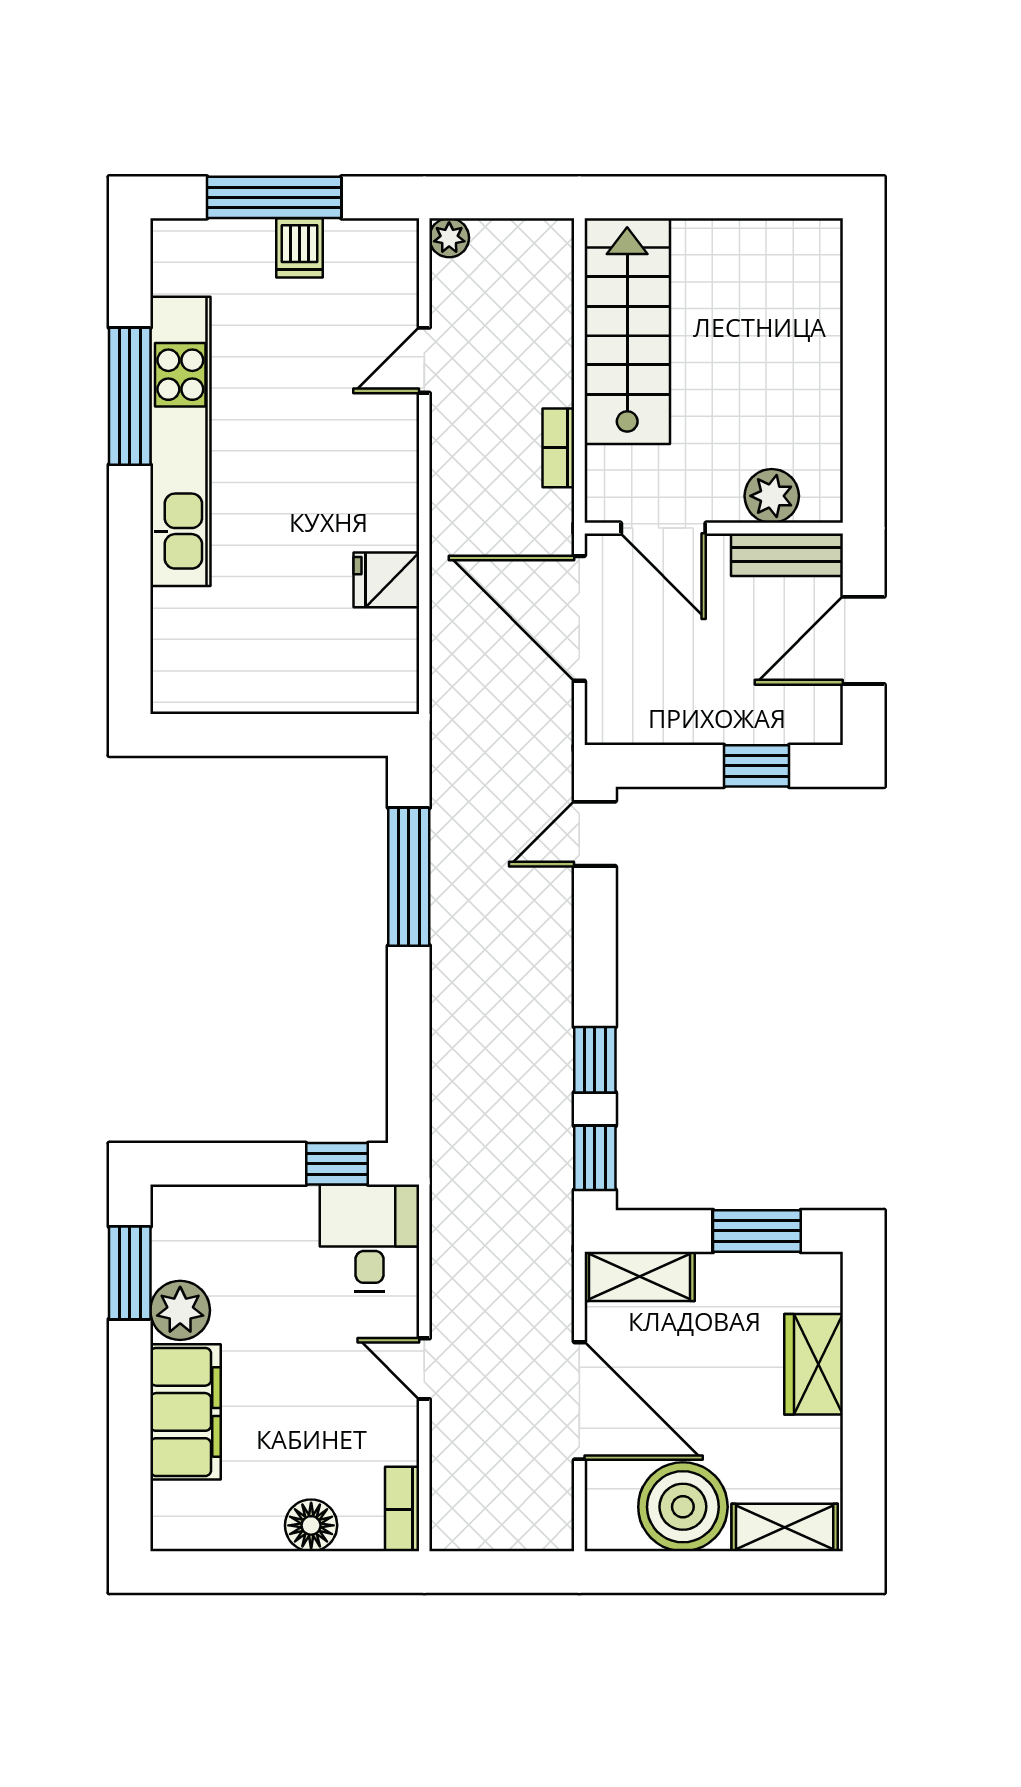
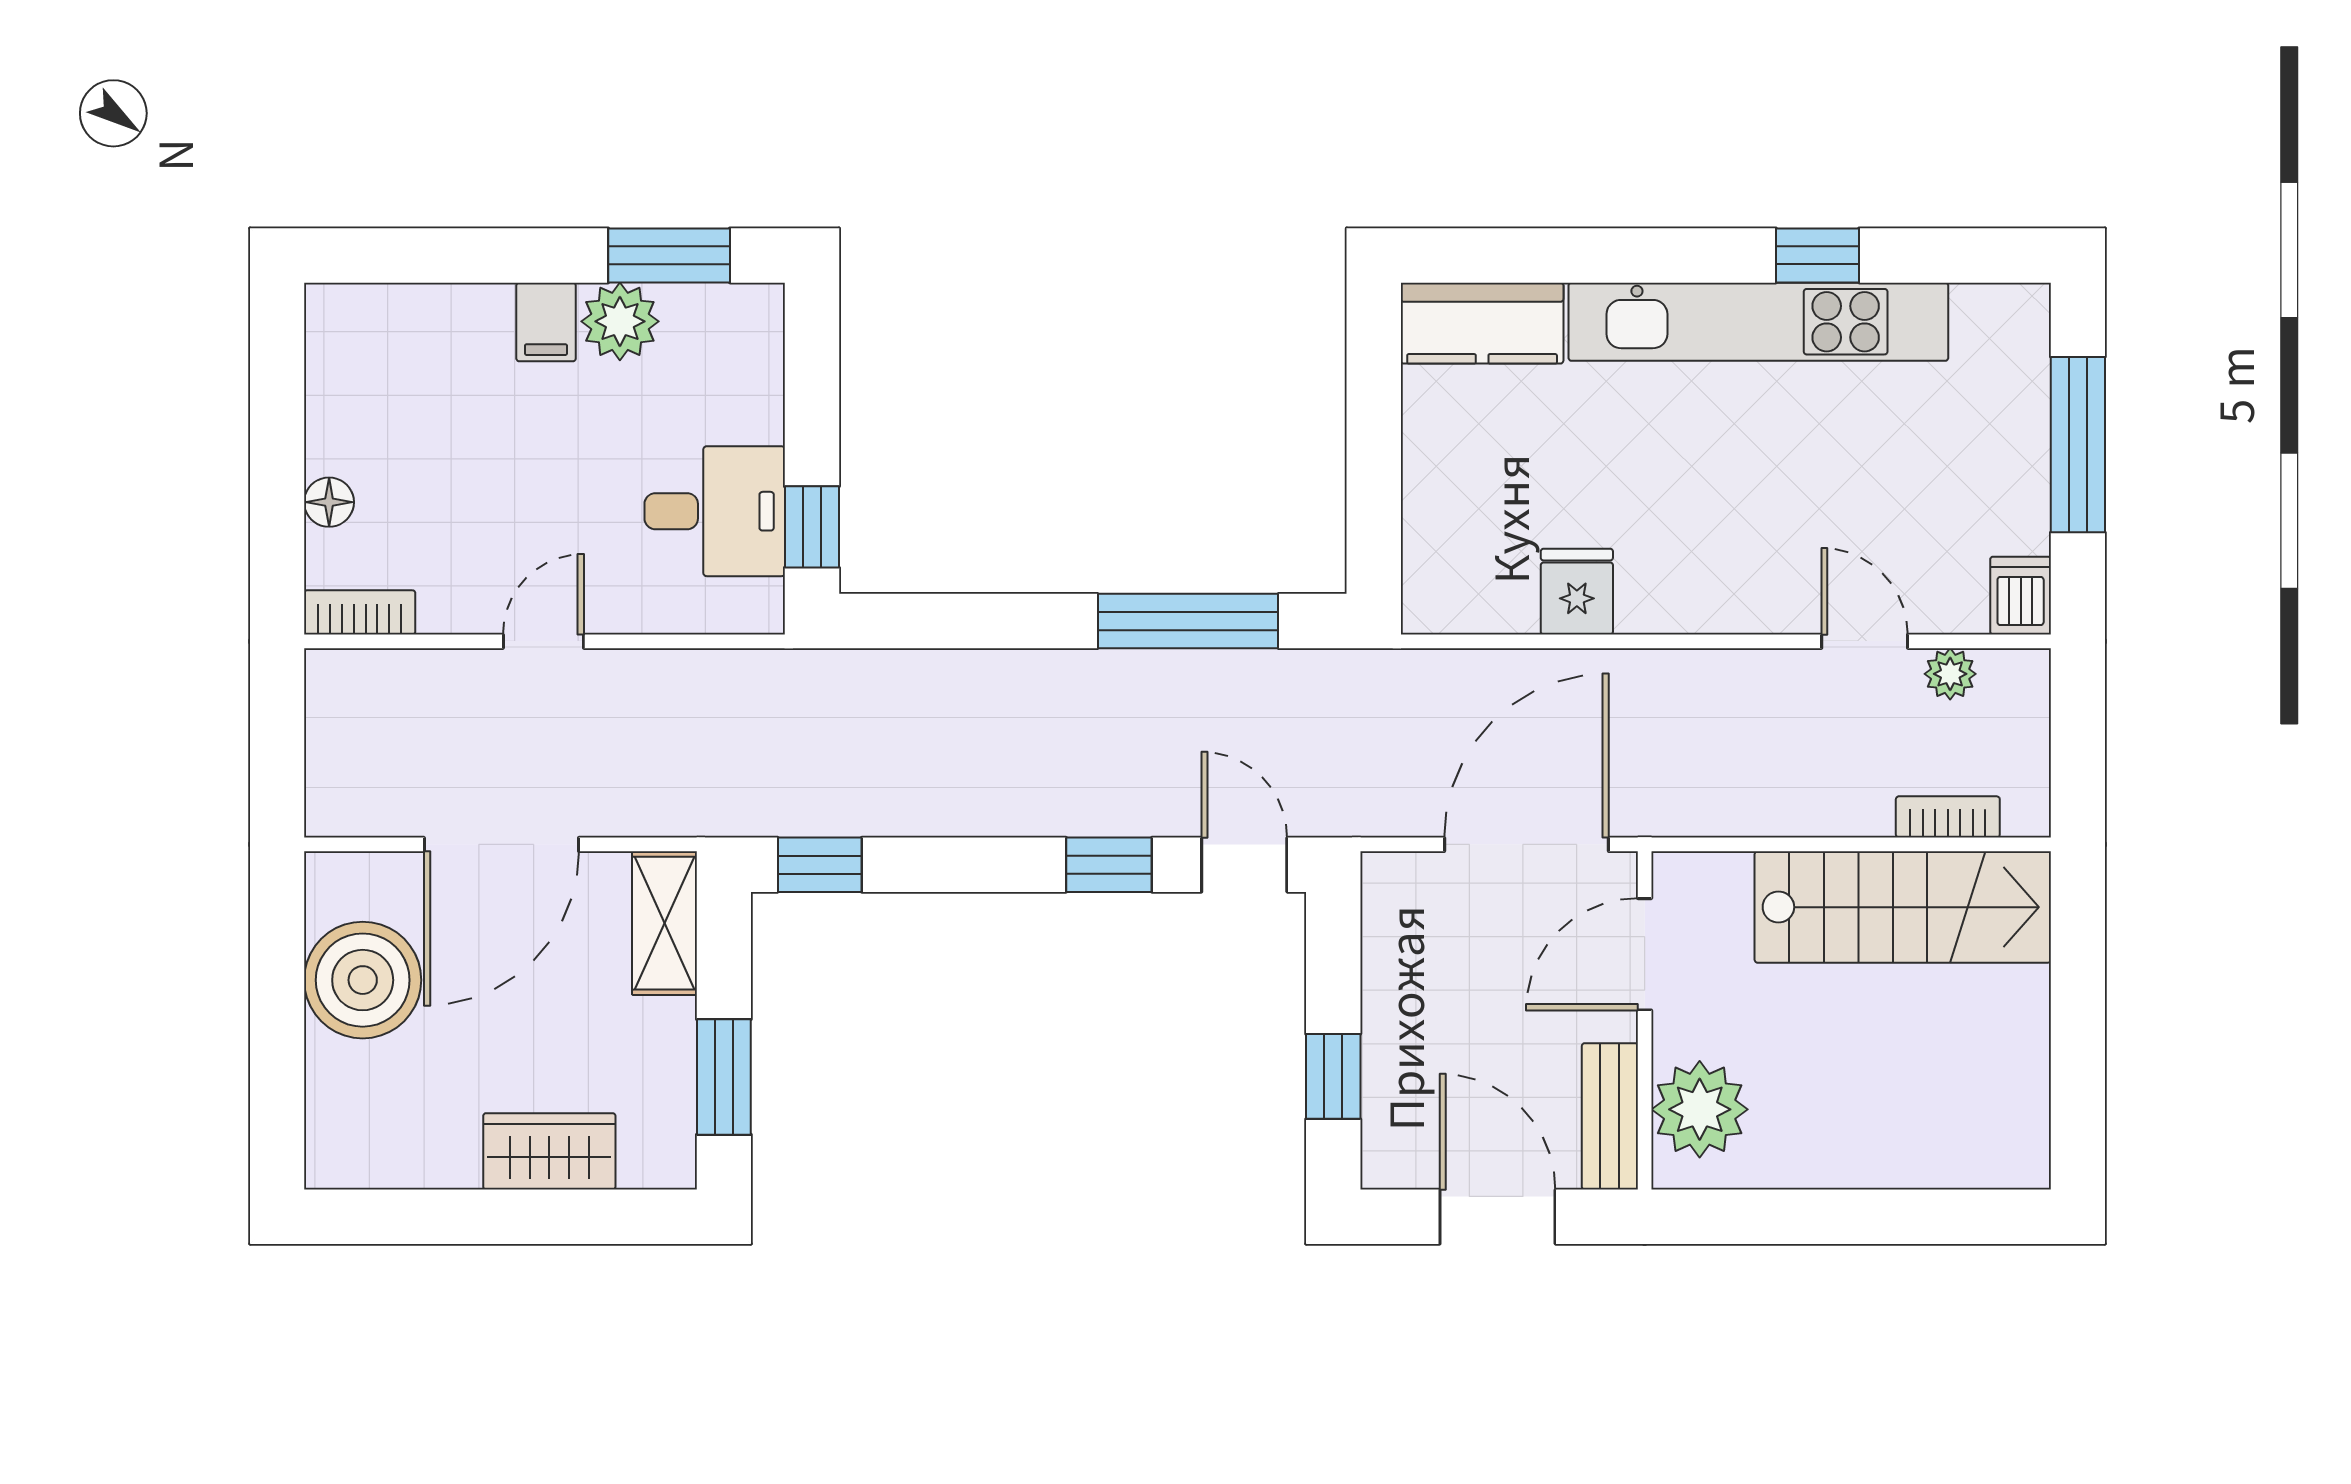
plant: (449, 238) -> (1950, 674), moved
dishwasher: (299, 248) -> (2021, 596), moved, turned 90
window: (130, 396) -> (1817, 255), width x0.46
bookcase: (558, 448) -> (1948, 817), moved
plant: (772, 496) -> (1700, 1109), width x1.36, depth x1.36
kitchen counter: (181, 652) -> (1482, 323), added
window: (595, 1060) -> (1109, 865), moved
desk: (370, 1238) -> (715, 511), moved
filing cabinet: (186, 1412) -> (546, 322), width x0.33, depth x0.86
floor lamp: (311, 1525) -> (329, 502), width x0.73, depth x0.73
shelving: (785, 1528) -> (335, 1113), removed

